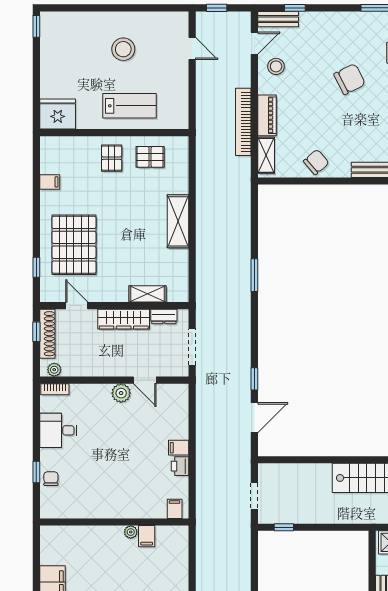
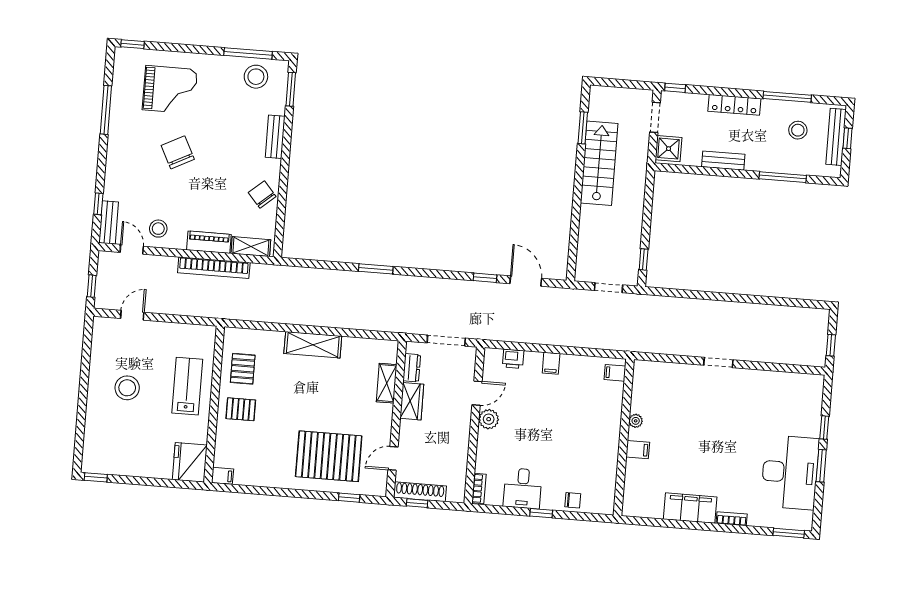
filing cabinet: (50, 182) -> (222, 476), moved, turned 90
wardrobe: (124, 319) -> (412, 401), width x0.67
plant: (54, 370) -> (458, 488), removed
printer: (180, 466) -> (513, 359), moved
window: (36, 472) -> (541, 513), moved
chair: (51, 479) -> (573, 500), turned 180
filing cabinet: (147, 536) -> (638, 450), moved

